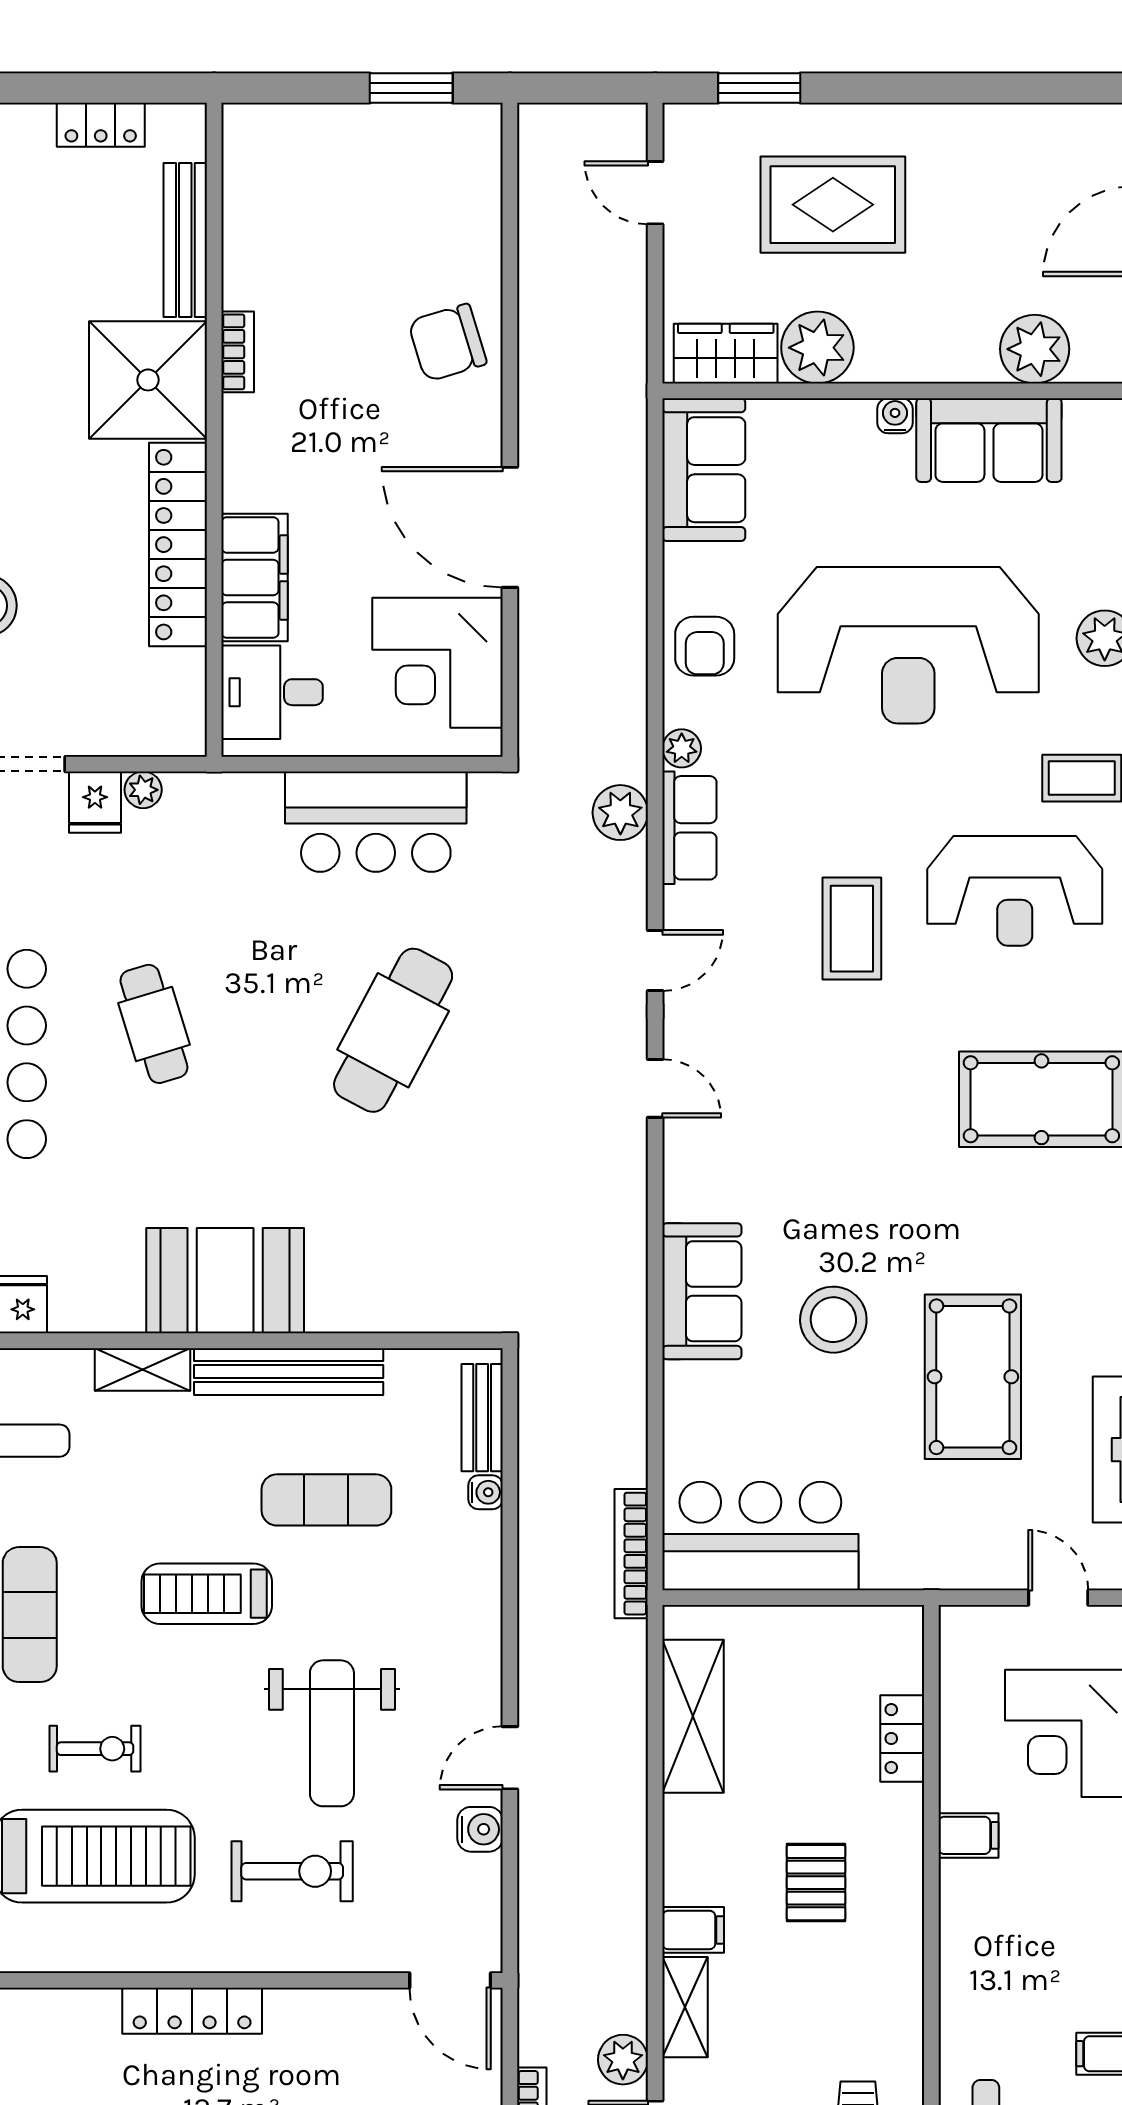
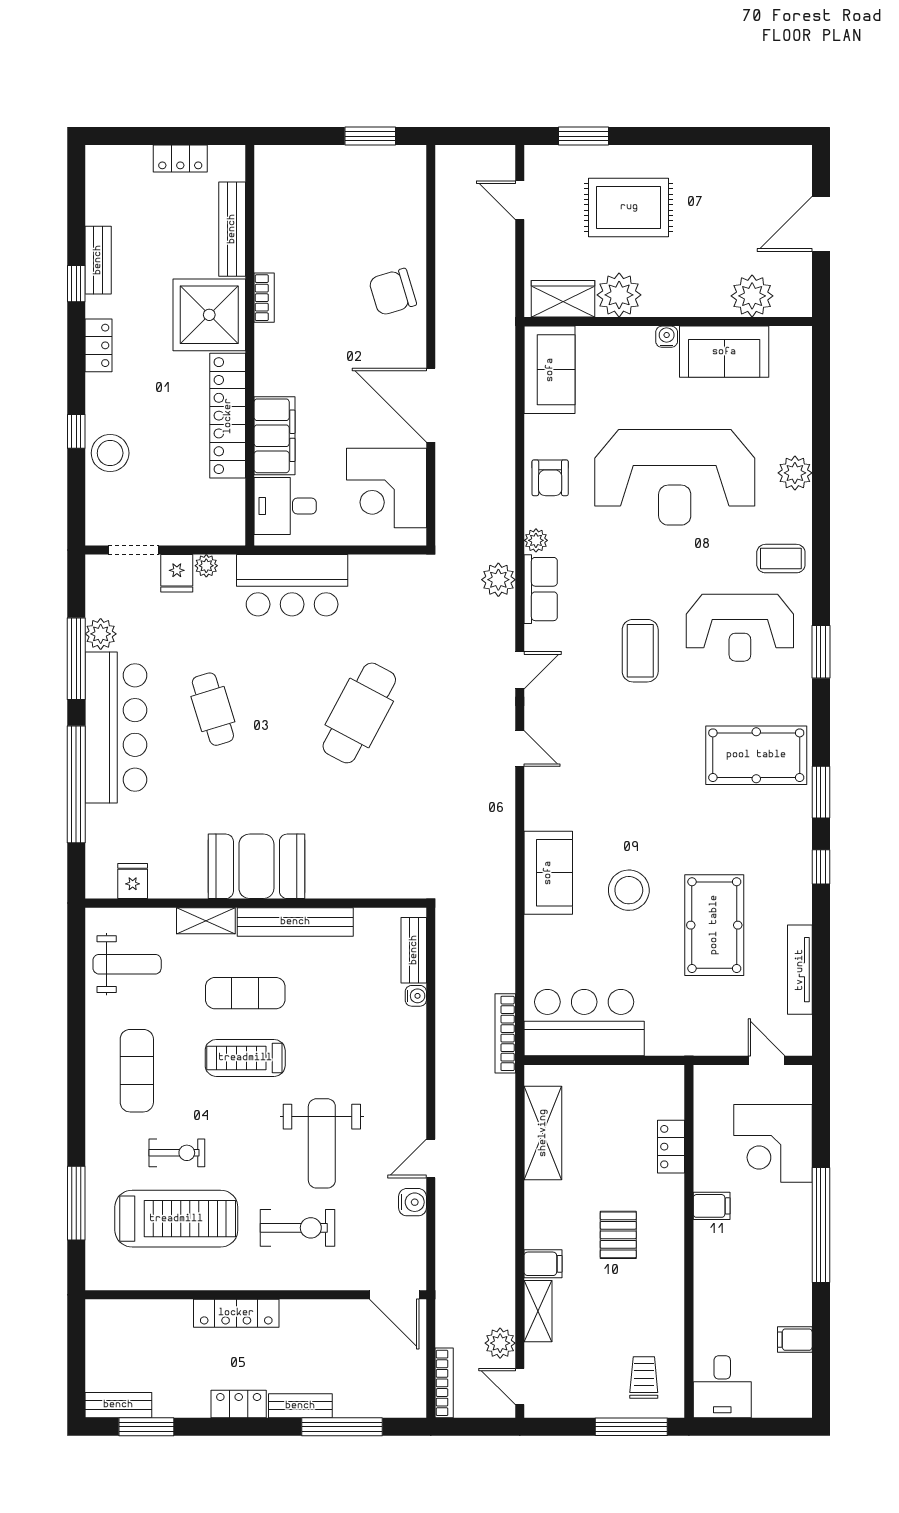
bar counter: (376, 822) -> (292, 585), moved
exercise mat: (326, 1500) -> (245, 993), moved

